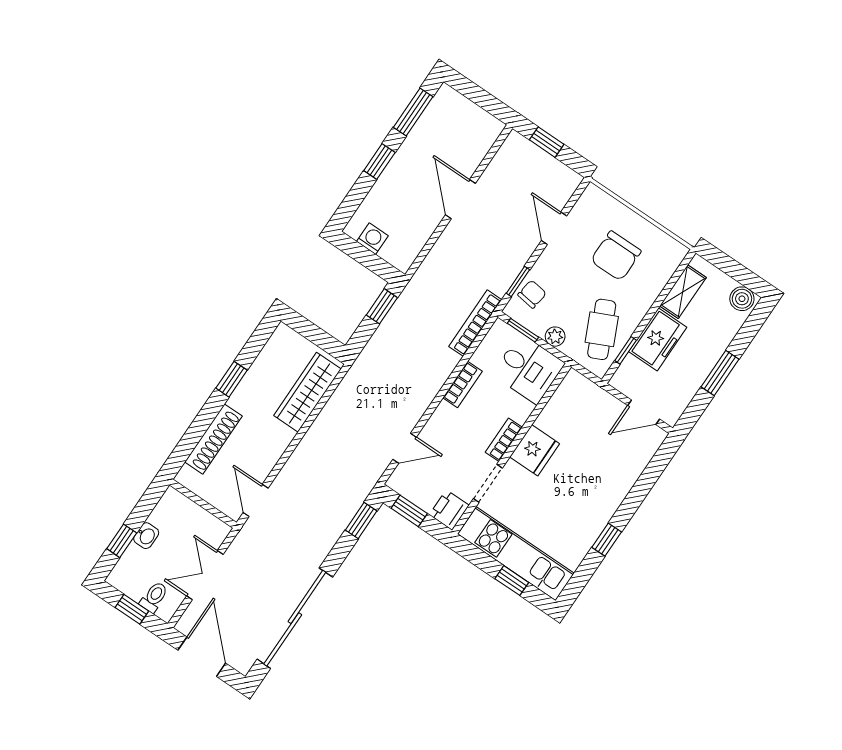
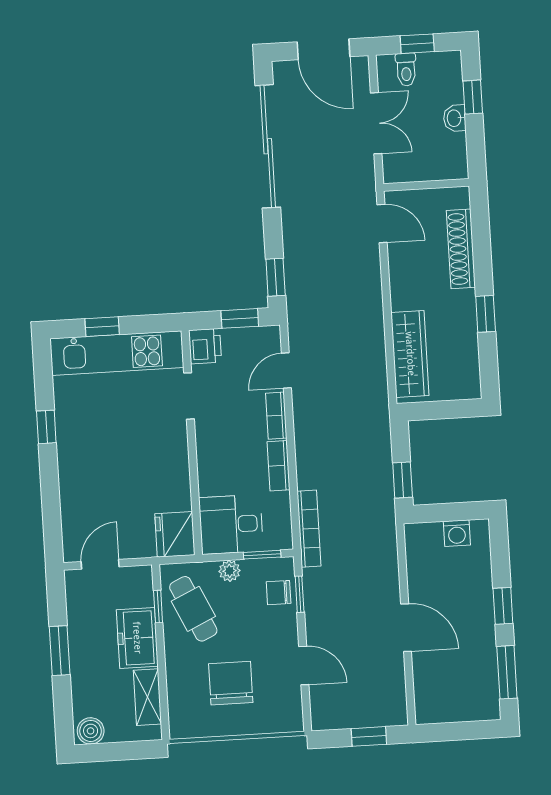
chair: (532, 294) -> (279, 593), turned 82
bookcase: (504, 440) -> (276, 416), moved, turned 180
fridge: (535, 450) -> (175, 534), moved

